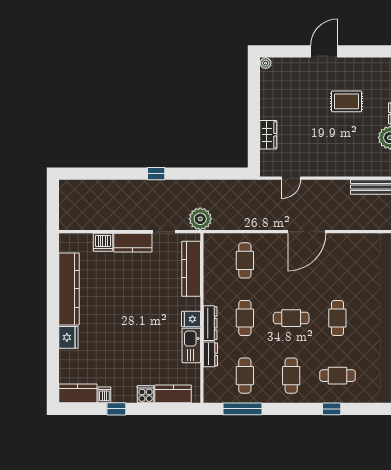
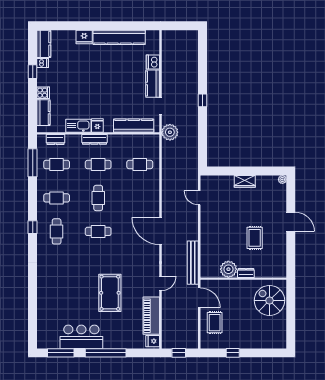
wardrobe: (268, 135) -> (245, 181), moved
door: (307, 232) -> (161, 231), moved
dresser: (210, 354) -> (55, 140), moved

